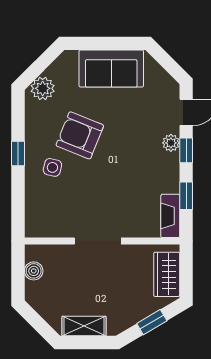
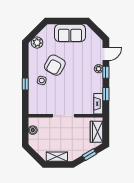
armchair: (80, 135) -> (55, 65), turned -83
window: (18, 154) -> (25, 84), moved

